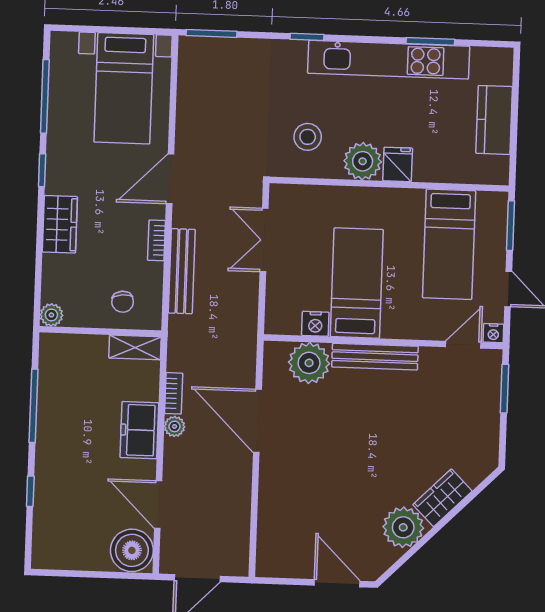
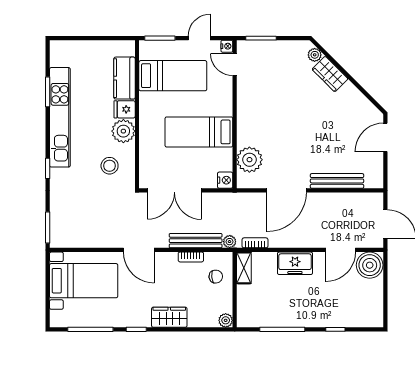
kitchen counter: (494, 120) -> (124, 78), moved, turned 90
bookcase: (156, 240) -> (191, 257), moved
double door: (264, 240) -> (174, 190), width x1.37
nightstand: (315, 324) -> (225, 180), moved
bench: (375, 357) -> (337, 181), moved, turned 90
bookcase: (174, 393) -> (255, 243), moved
plant: (174, 426) -> (230, 242), moved
plant: (403, 527) -> (315, 55), moved, width x0.53, depth x0.53

